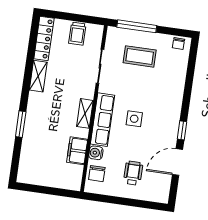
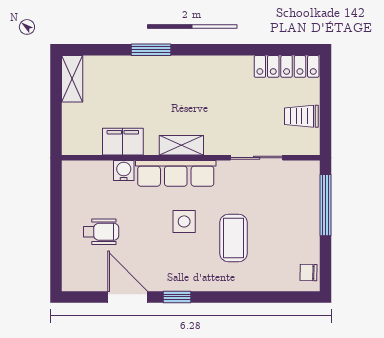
coffee table: (140, 56) -> (234, 238), moved
shelving: (38, 76) -> (72, 79), moved, turned 90
chair: (97, 174) -> (92, 177), removed

